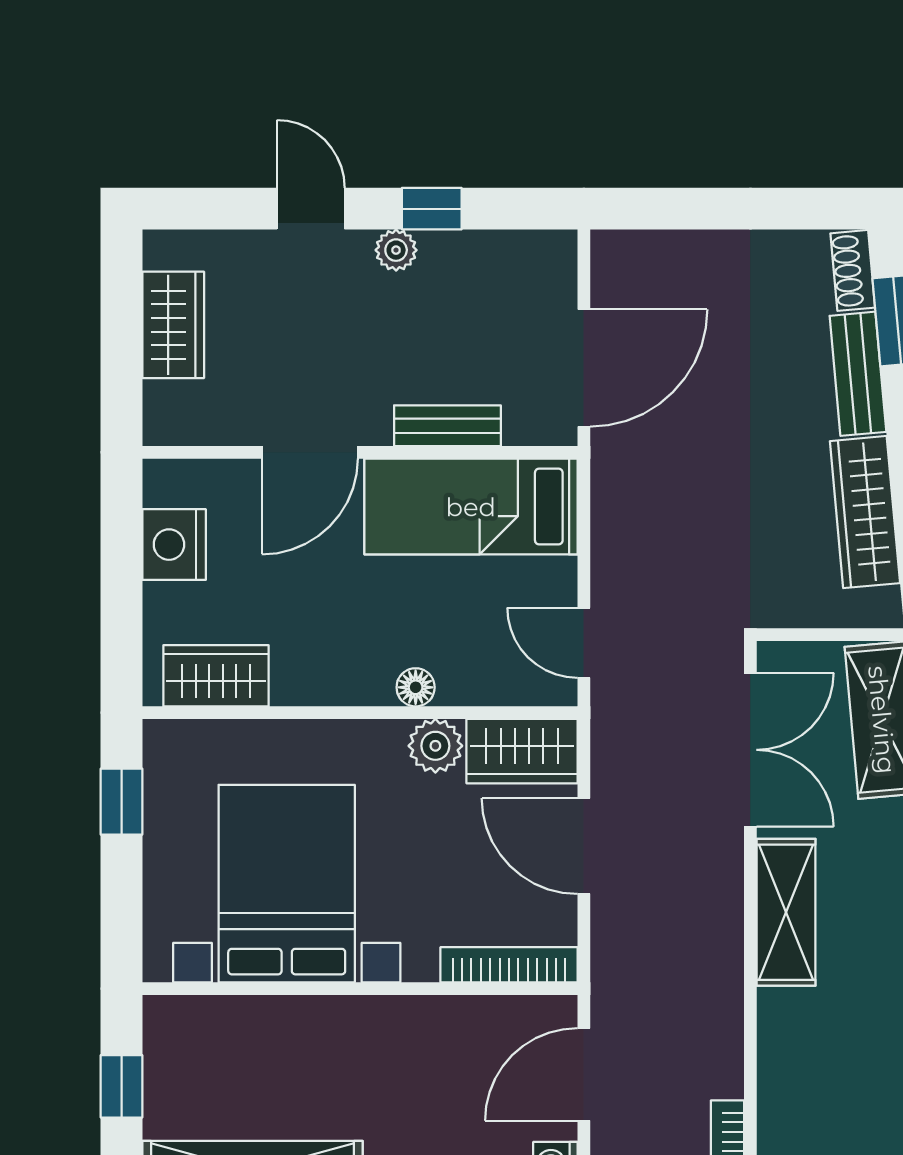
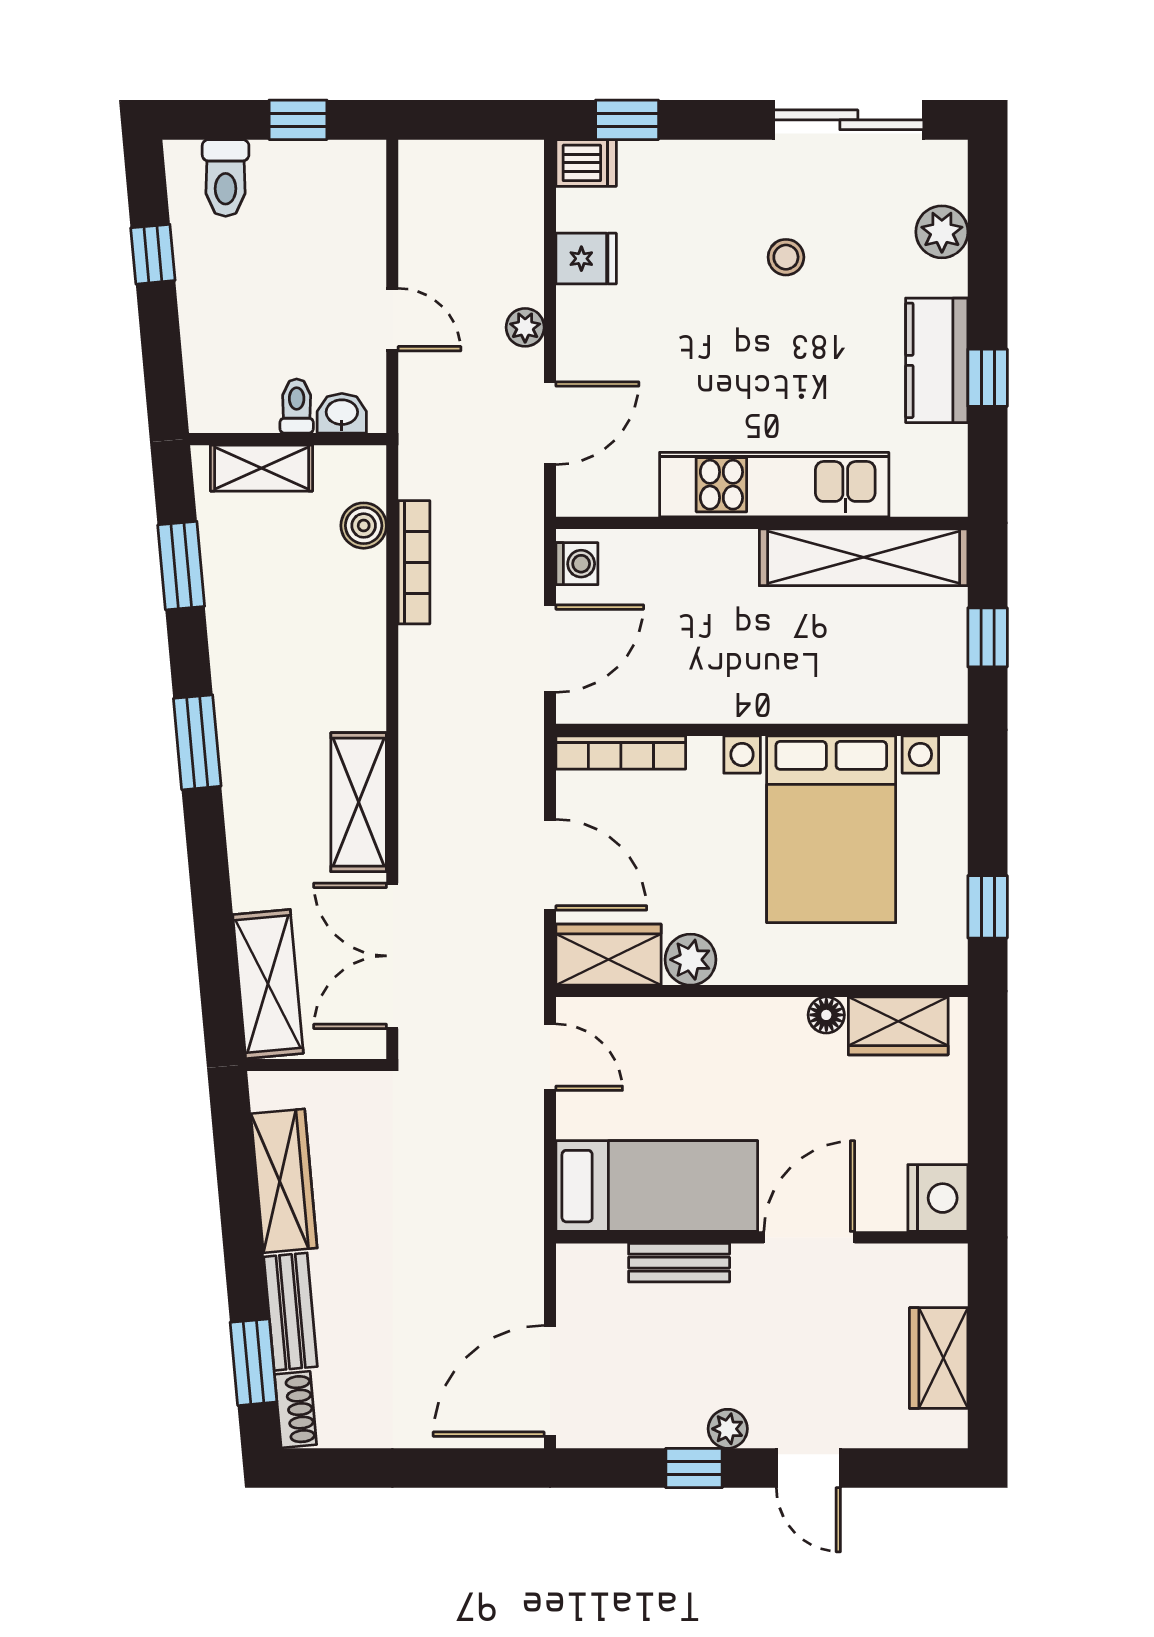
door: (584, 368) -> (550, 1381), moved
nightstand: (174, 545) -> (938, 1198), moved
floor lamp: (416, 687) -> (826, 1015), moved

